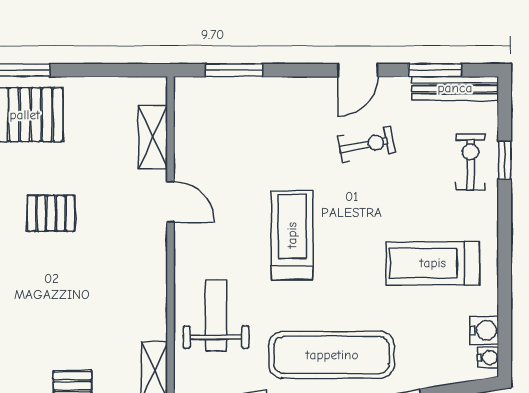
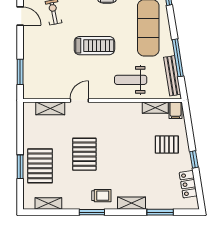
pallet: (51, 213) -> (84, 154), width x1.50, depth x1.42
treadmill: (292, 235) -> (94, 46), turned 180

